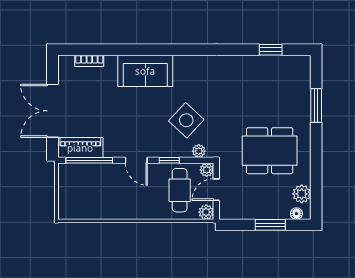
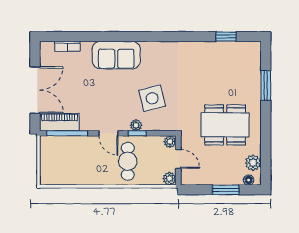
double door: (53, 111) -> (35, 90), swing flipped
side table: (186, 120) -> (152, 98), turned 33
plant: (199, 151) -> (136, 125), moved
cafe table: (180, 190) -> (128, 161), moved
door: (216, 190) -> (178, 159), swing flipped

